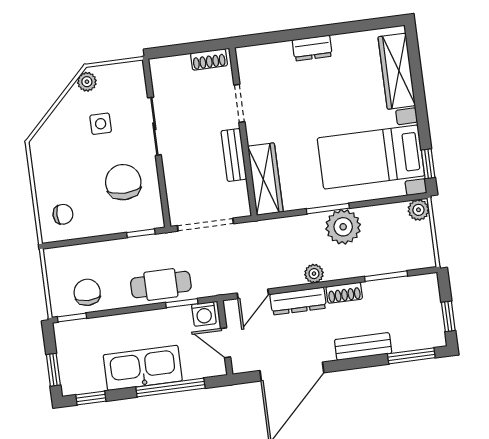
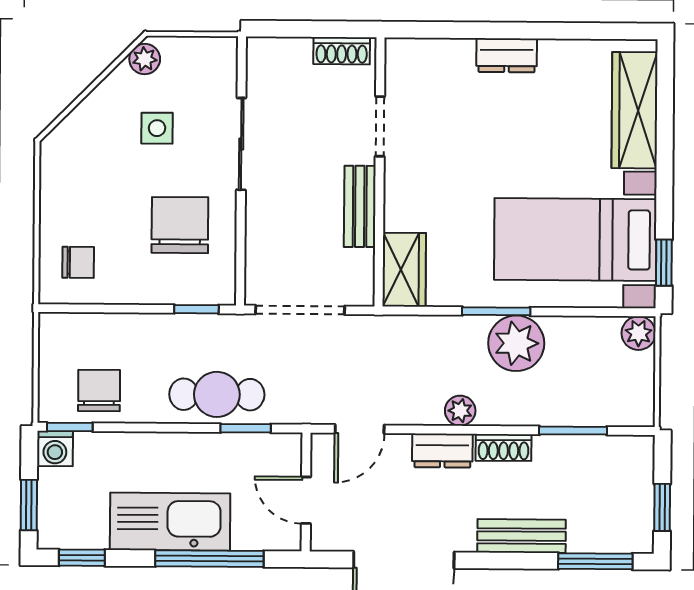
wardrobe: (265, 179) -> (404, 270), width x0.67
dresser: (298, 301) -> (442, 451), width x0.70
washing machine: (204, 314) -> (55, 449), moved

